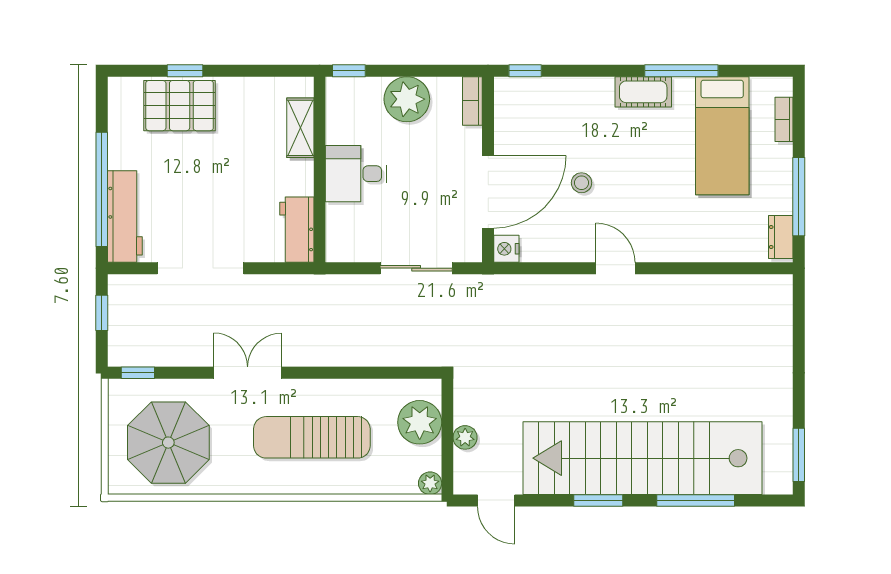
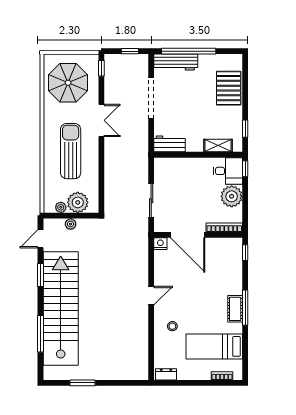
window: (185, 71) -> (245, 129), moved
window: (681, 71) -> (245, 308), moved
bookcase: (472, 101) -> (224, 228), width x1.56
desk: (356, 174) -> (228, 171), moved, turned 90
stool: (582, 183) -> (172, 326), moved
window: (799, 197) -> (185, 383), removed
window: (799, 455) -> (83, 383), moved
plant: (430, 483) -> (61, 207), moved
window: (598, 501) -> (41, 275), moved

